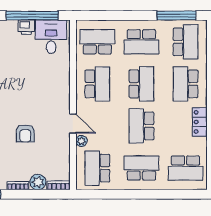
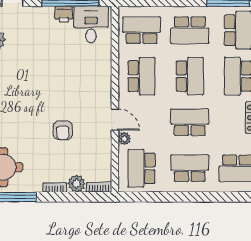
school desk: (141, 126) -> (190, 122), turned 90

